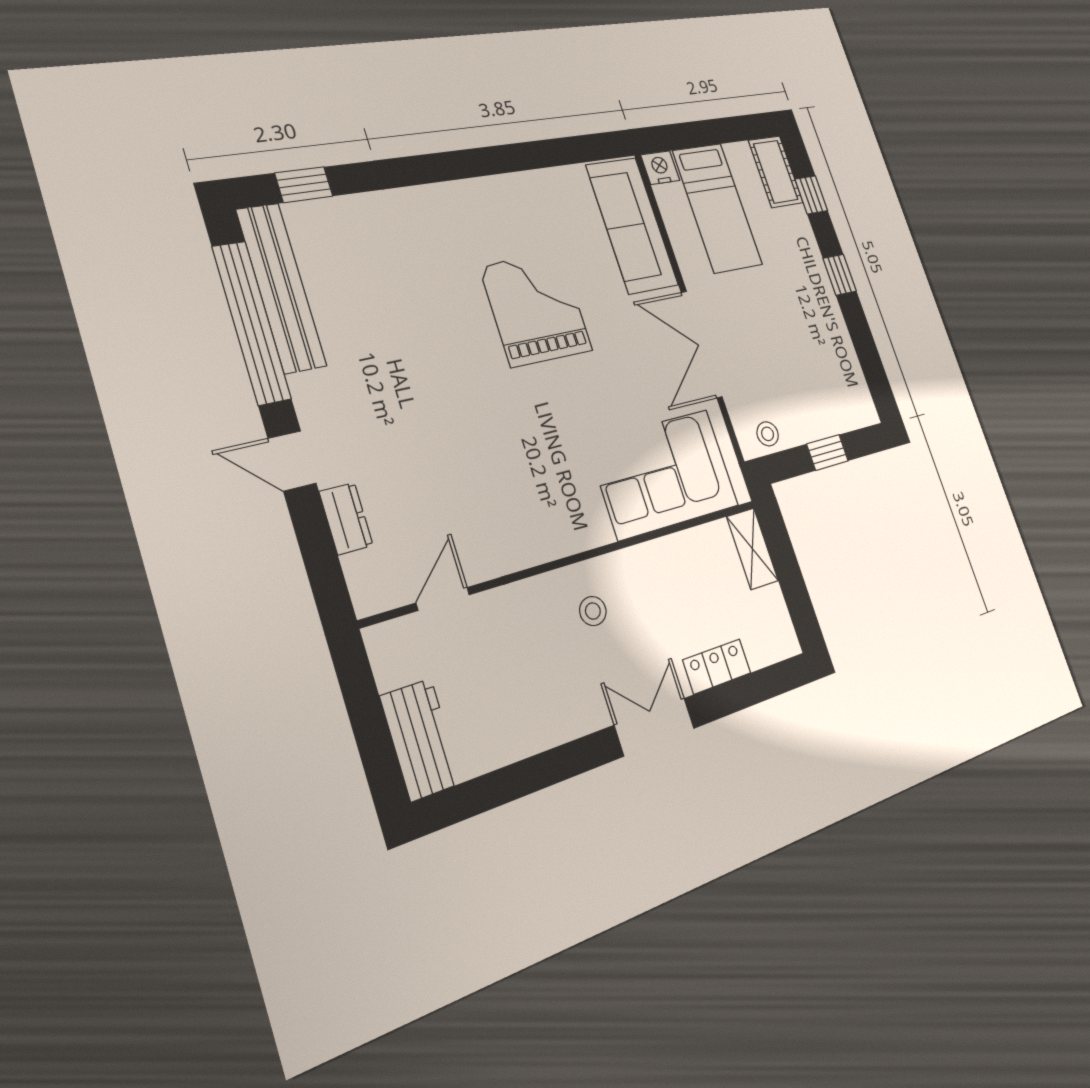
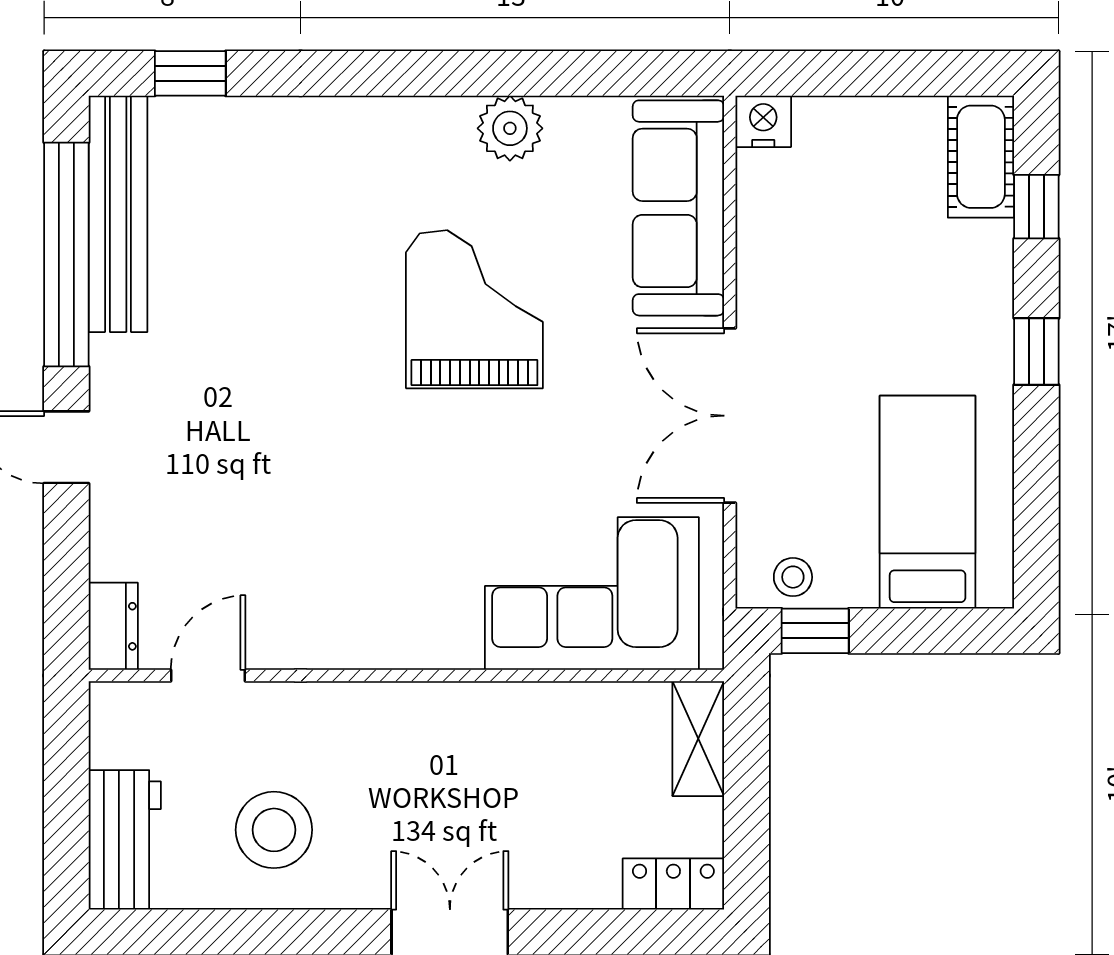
plant: (521, 192) -> (510, 128), added
bed: (717, 208) -> (928, 502), moved, turned 180
window: (827, 452) -> (815, 631), moved
dresser: (346, 519) -> (113, 626), moved
stool: (593, 611) -> (274, 830), moved, width x1.89, depth x1.89
locker: (717, 666) -> (673, 884), moved

